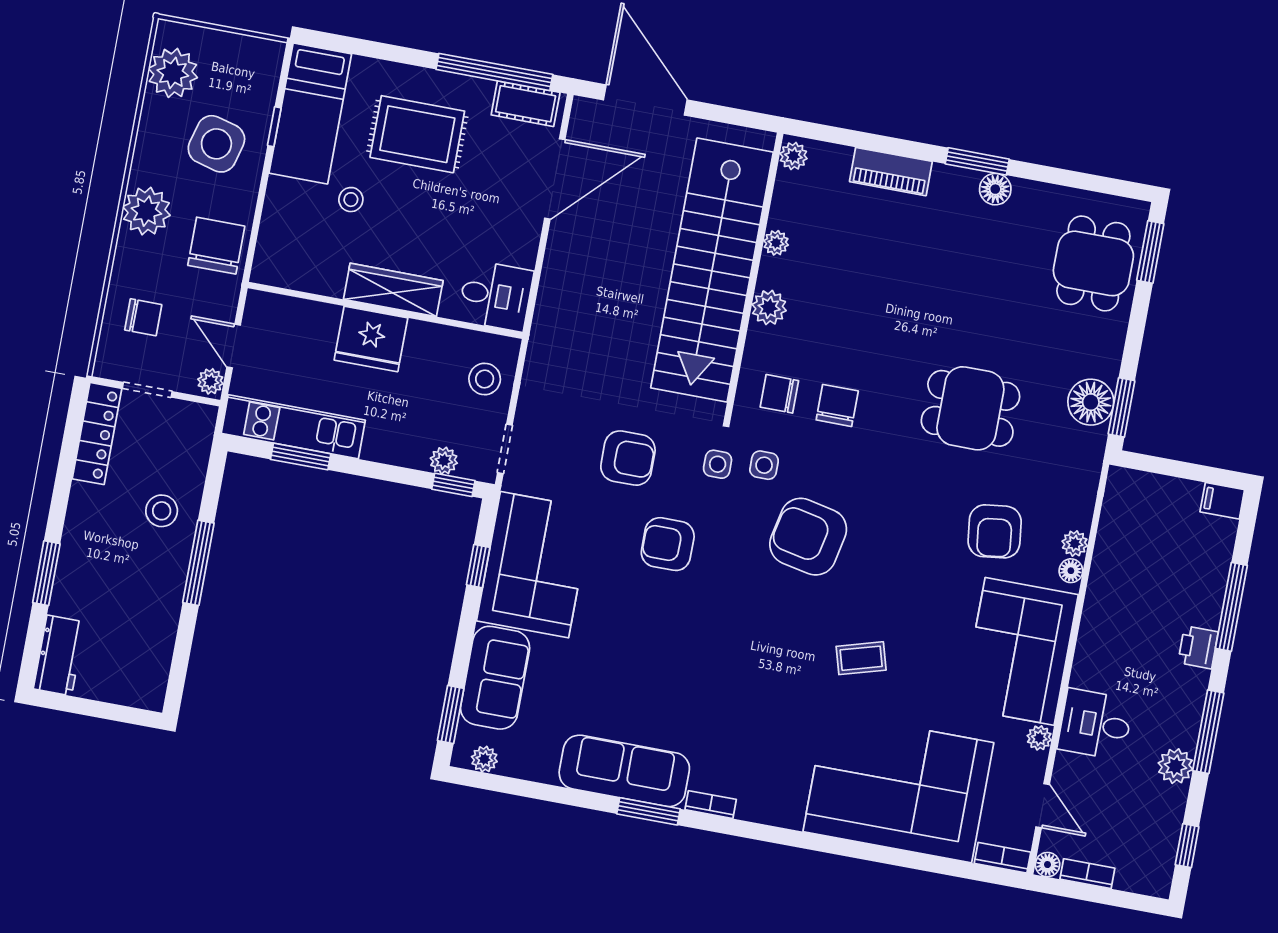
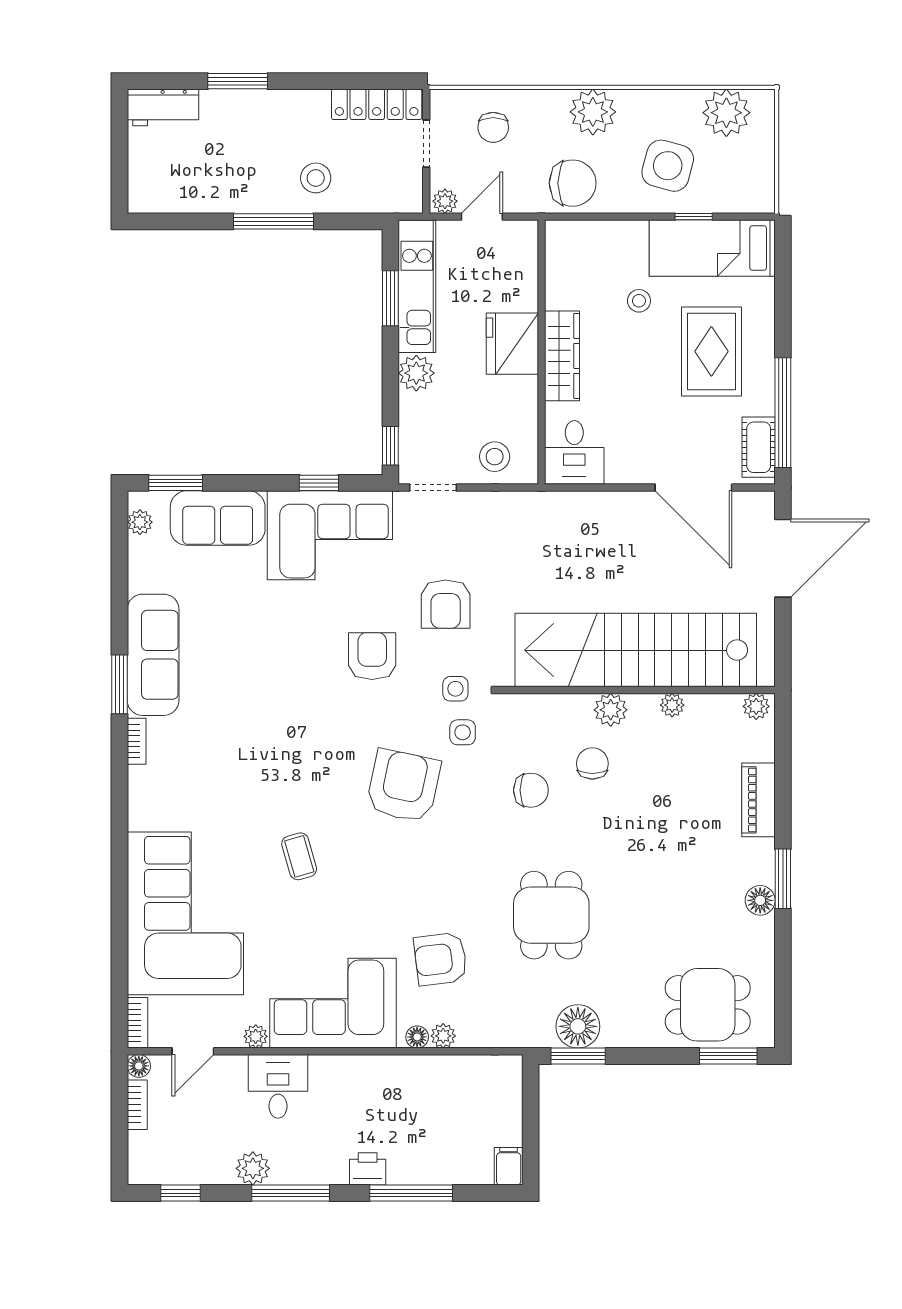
chair: (779, 394) -> (592, 763), moved
plant: (444, 461) -> (416, 373), moved, width x1.38, depth x1.38

